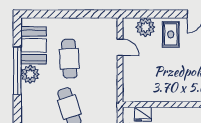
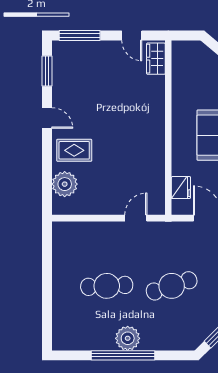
booth: (34, 45) -> (89, 334), removed
door: (120, 47) -> (136, 218), moved

